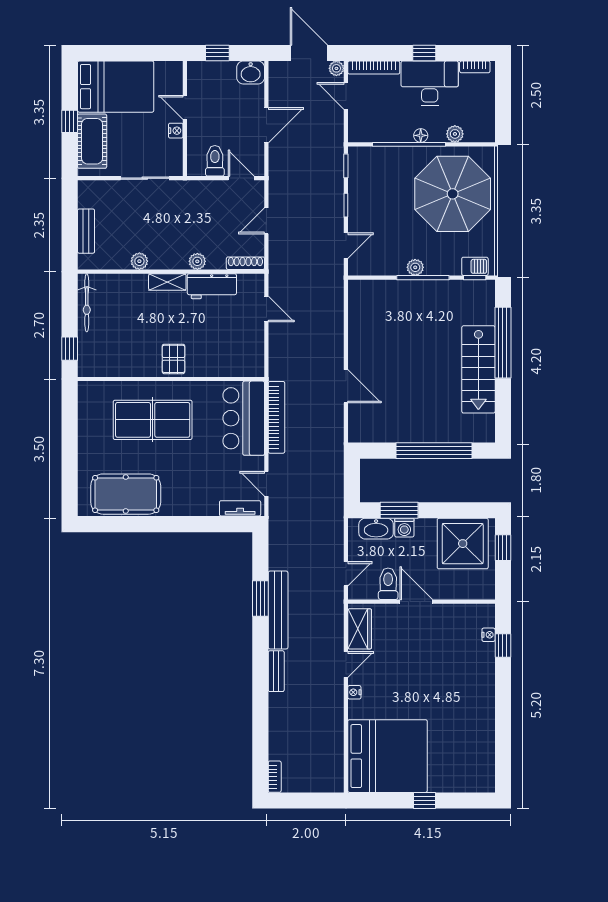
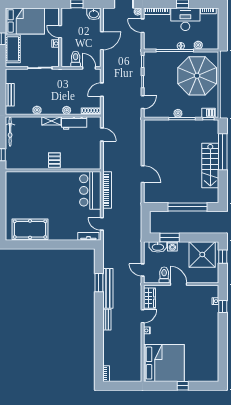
table tennis table: (153, 420) -> (44, 191), removed
door: (346, 574) -> (143, 270), swing flipped

